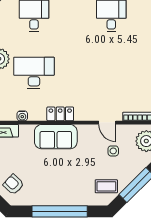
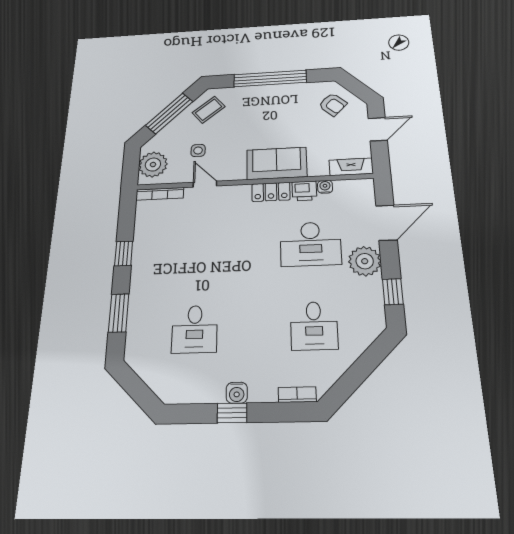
printer: (37, 113) -> (304, 191), added
coffee table: (106, 186) -> (209, 110), turned -39

